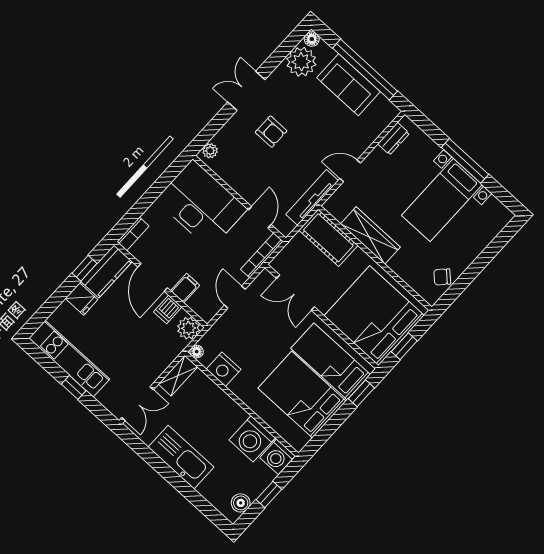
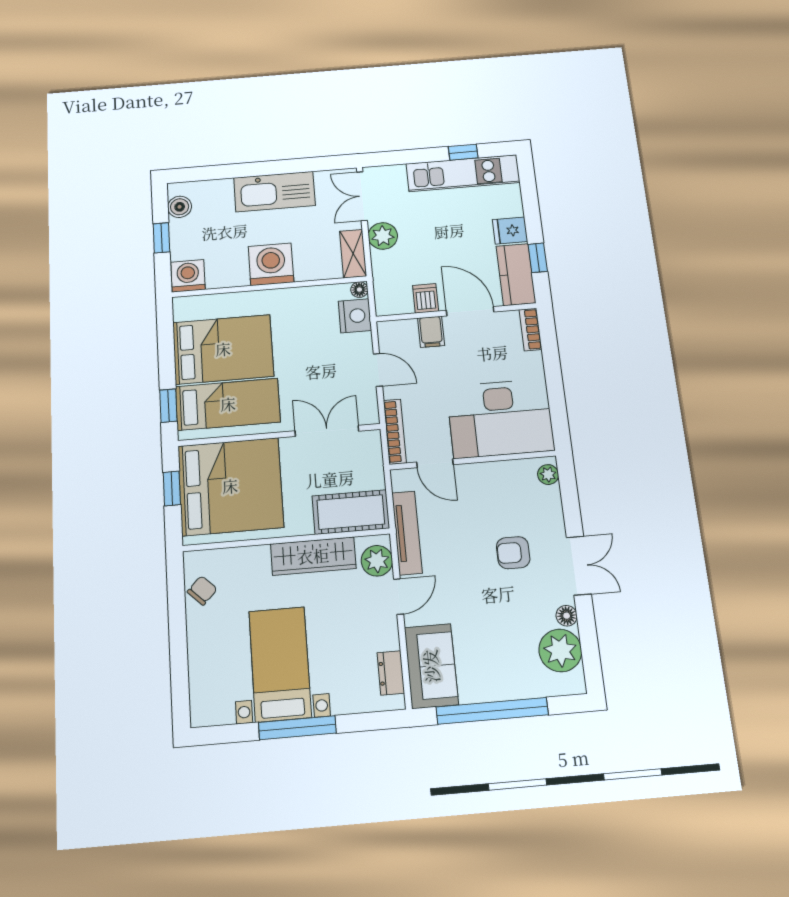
floor lamp: (312, 39) -> (567, 616), moved
sofa: (349, 85) -> (431, 666), moved, turned 90
plant: (342, 200) -> (377, 561), added
plant: (189, 328) -> (383, 236), moved
nightstand: (224, 369) -> (355, 316), moved, turned 90
window: (74, 387) -> (463, 152), moved
washing machine: (252, 439) -> (271, 264), moved

